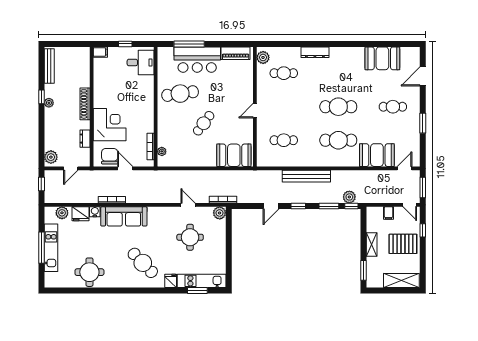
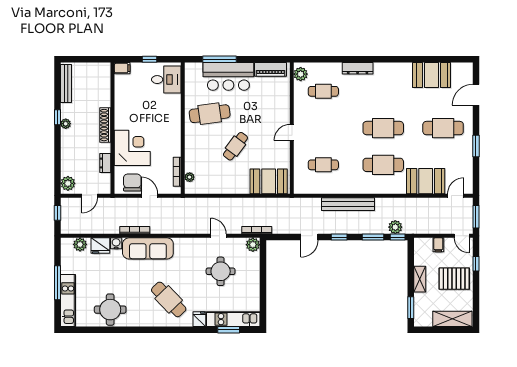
cafe table: (393, 107) -> (443, 128), width x1.37, depth x1.35
kitchen unit: (51, 248) -> (68, 301), moved

